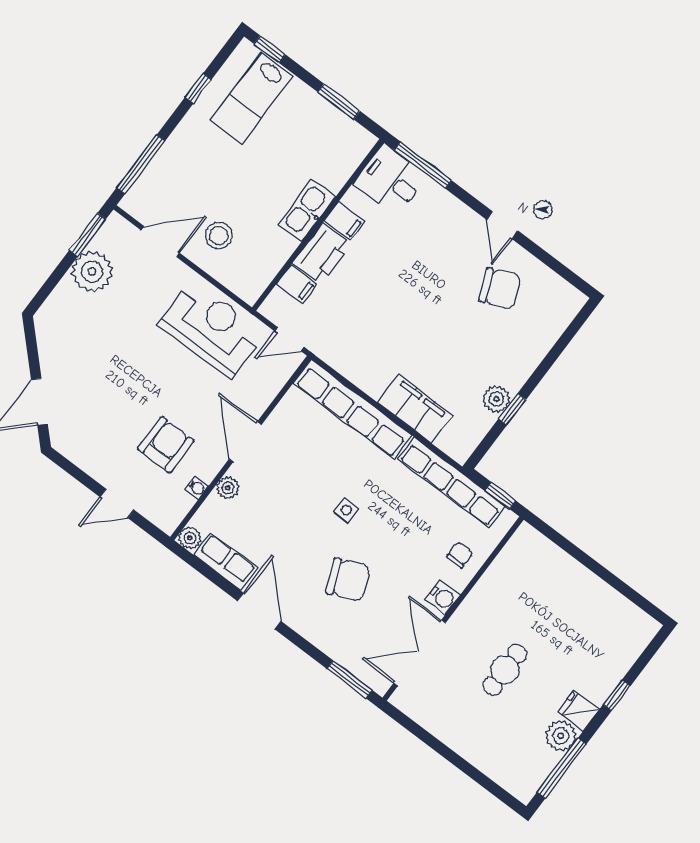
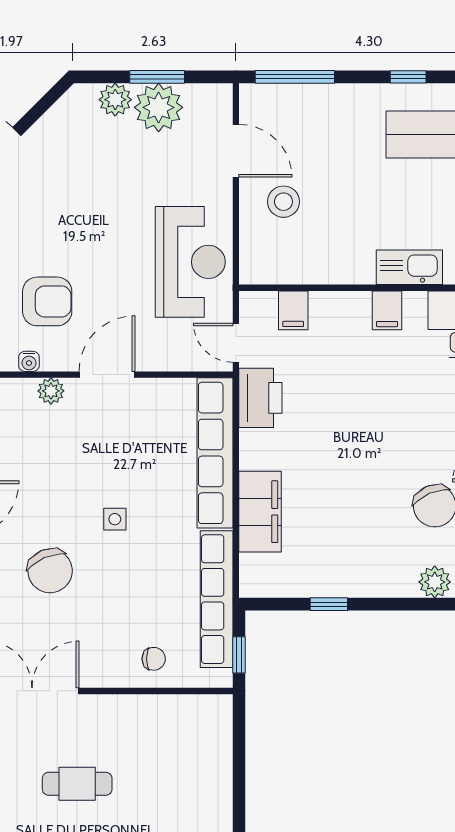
kitchen sink: (307, 210) -> (409, 267), moved
window: (88, 235) -> (157, 77), moved
printer: (322, 254) -> (260, 398), moved, turned -90
plant: (65, 297) -> (115, 100), added
plant: (497, 399) -> (435, 582), moved
water cooler: (443, 597) -> (101, 673), removed

